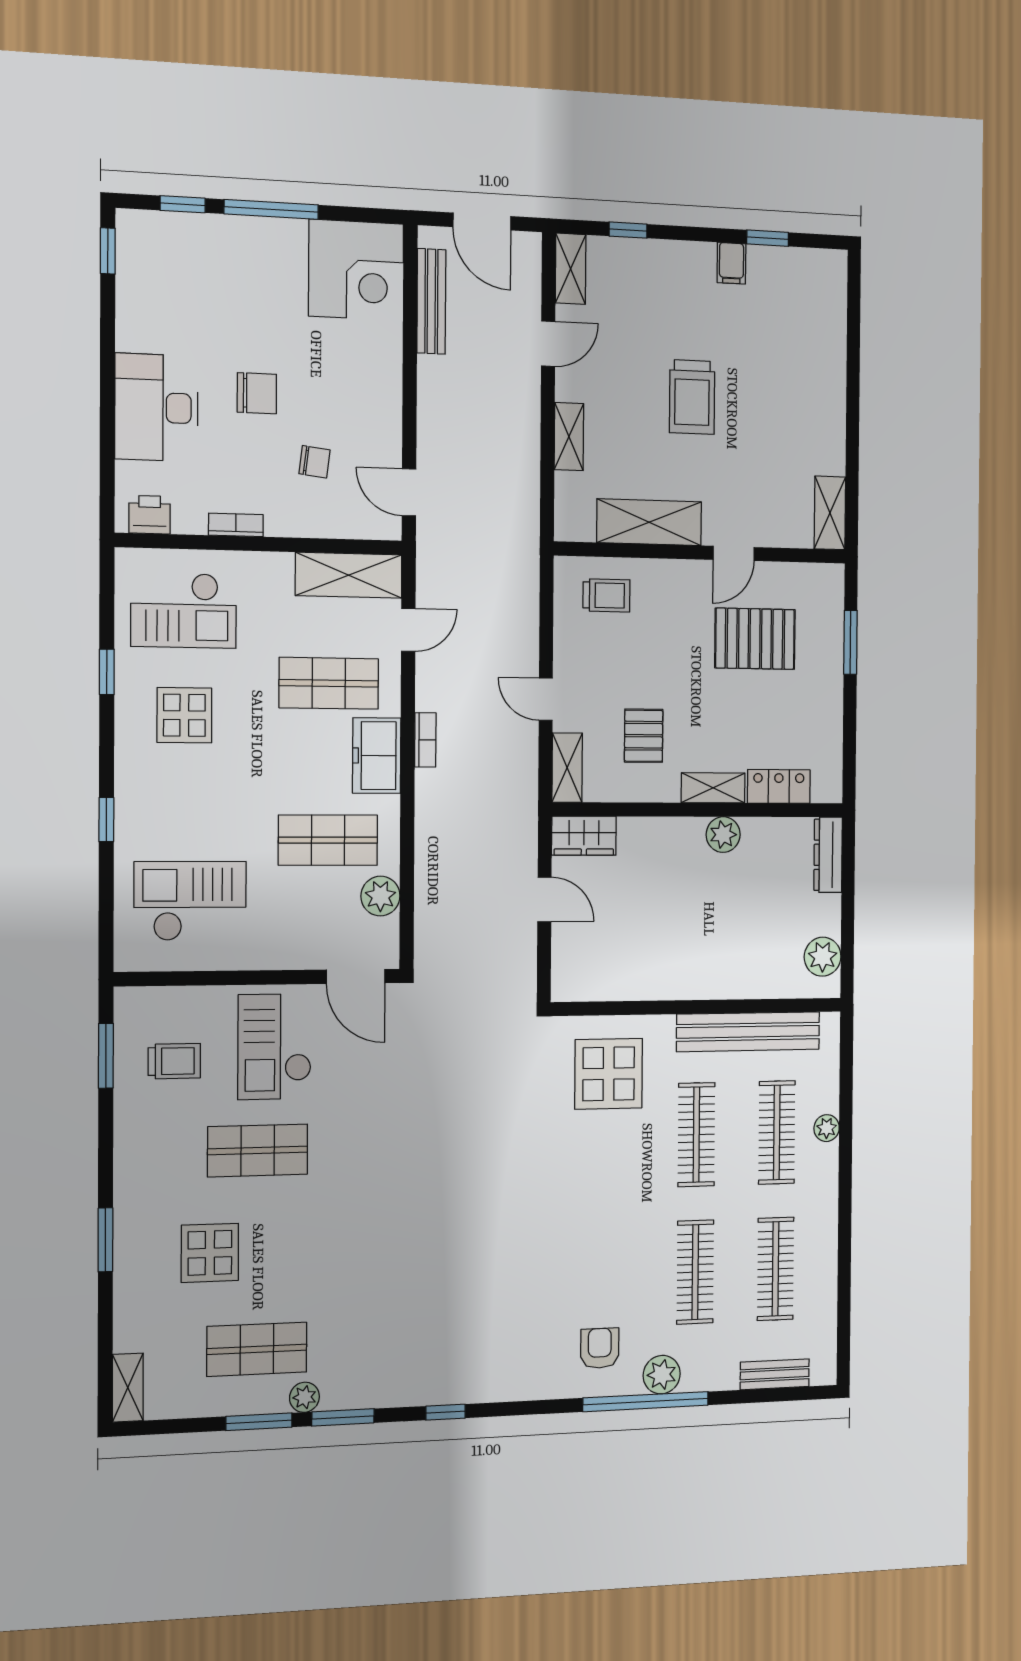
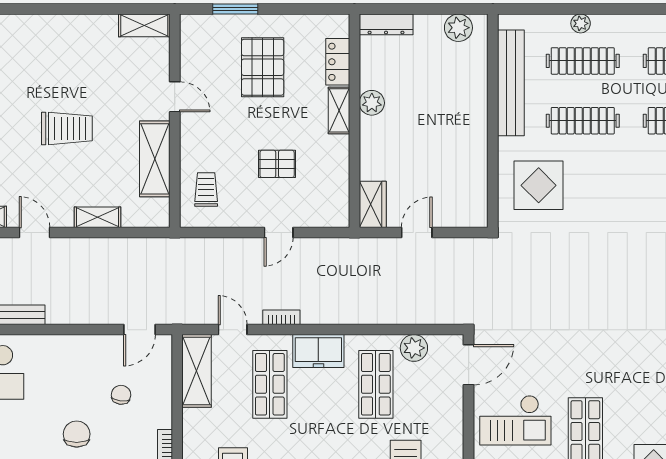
pallet: (755, 639) -> (263, 67), moved
pallet: (644, 736) -> (277, 164), moved
bookcase: (425, 740) -> (281, 317), moved
shelving: (567, 768) -> (326, 217), removed

